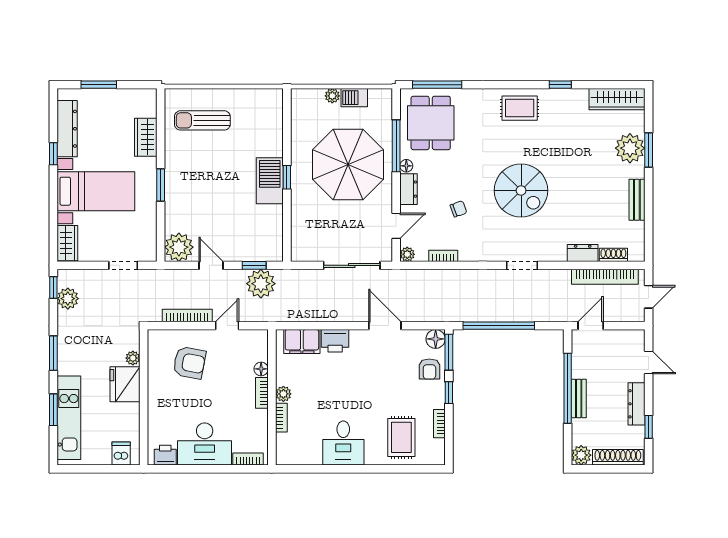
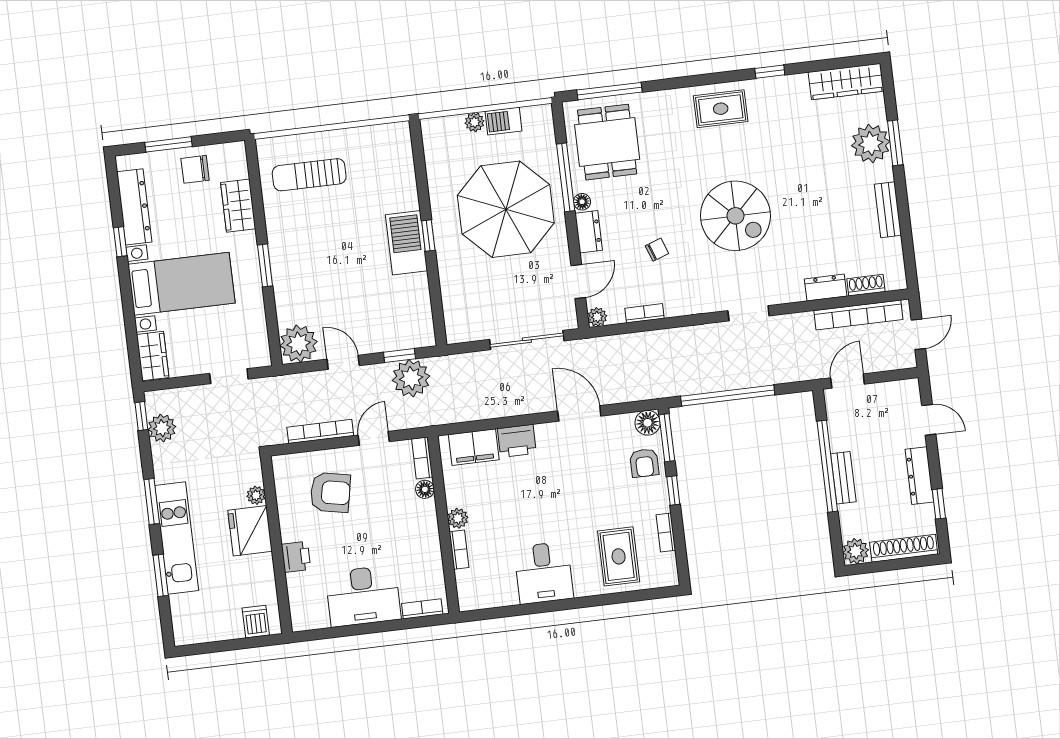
chair: (117, 106) -> (195, 169), added
bookcase: (262, 393) -> (422, 458), moved
kitchen unit: (69, 418) -> (177, 538), moved
printer: (165, 455) -> (296, 557), moved, turned 90

